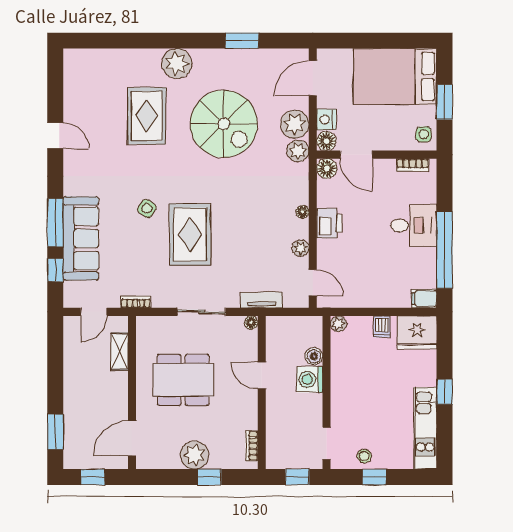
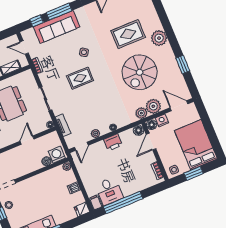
desk: (414, 226) -> (109, 191), moved
rug: (190, 235) -> (80, 78), width x0.73, depth x0.70
fridge: (417, 333) -> (82, 209), width x0.53, depth x0.75
washing machine: (310, 379) -> (57, 155), moved

